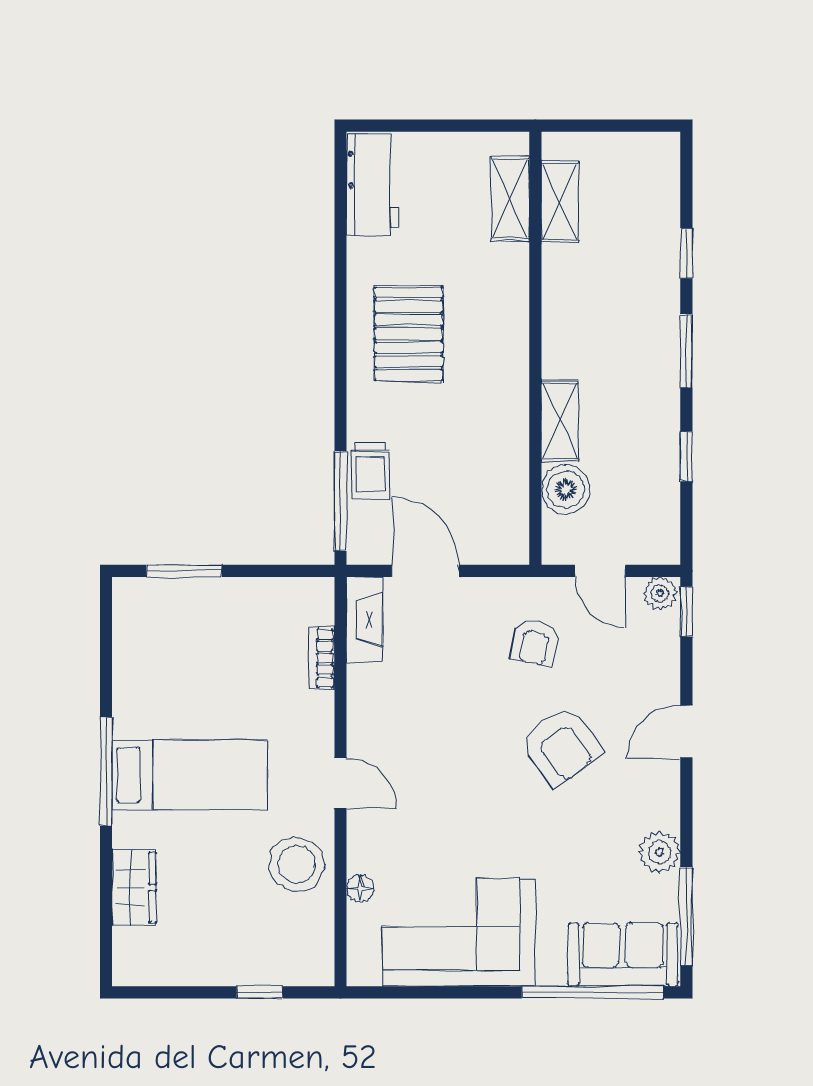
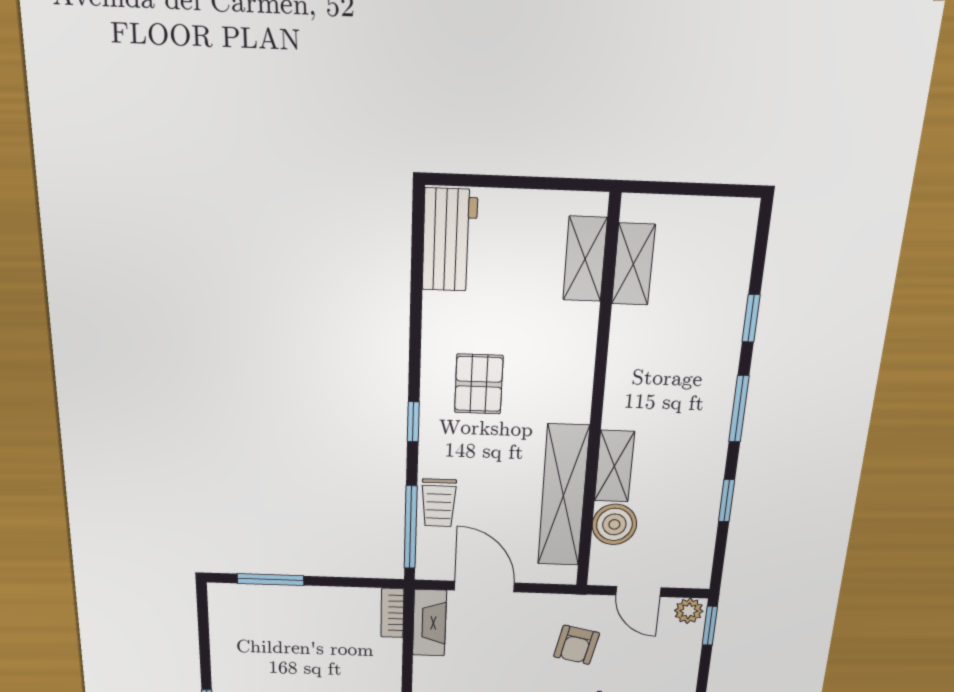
pallet: (409, 334) -> (479, 384), width x0.67, depth x0.71
window: (341, 378) -> (413, 422), added
shelving: (507, 457) -> (563, 496), added
bookcase: (322, 658) -> (392, 613), moved

